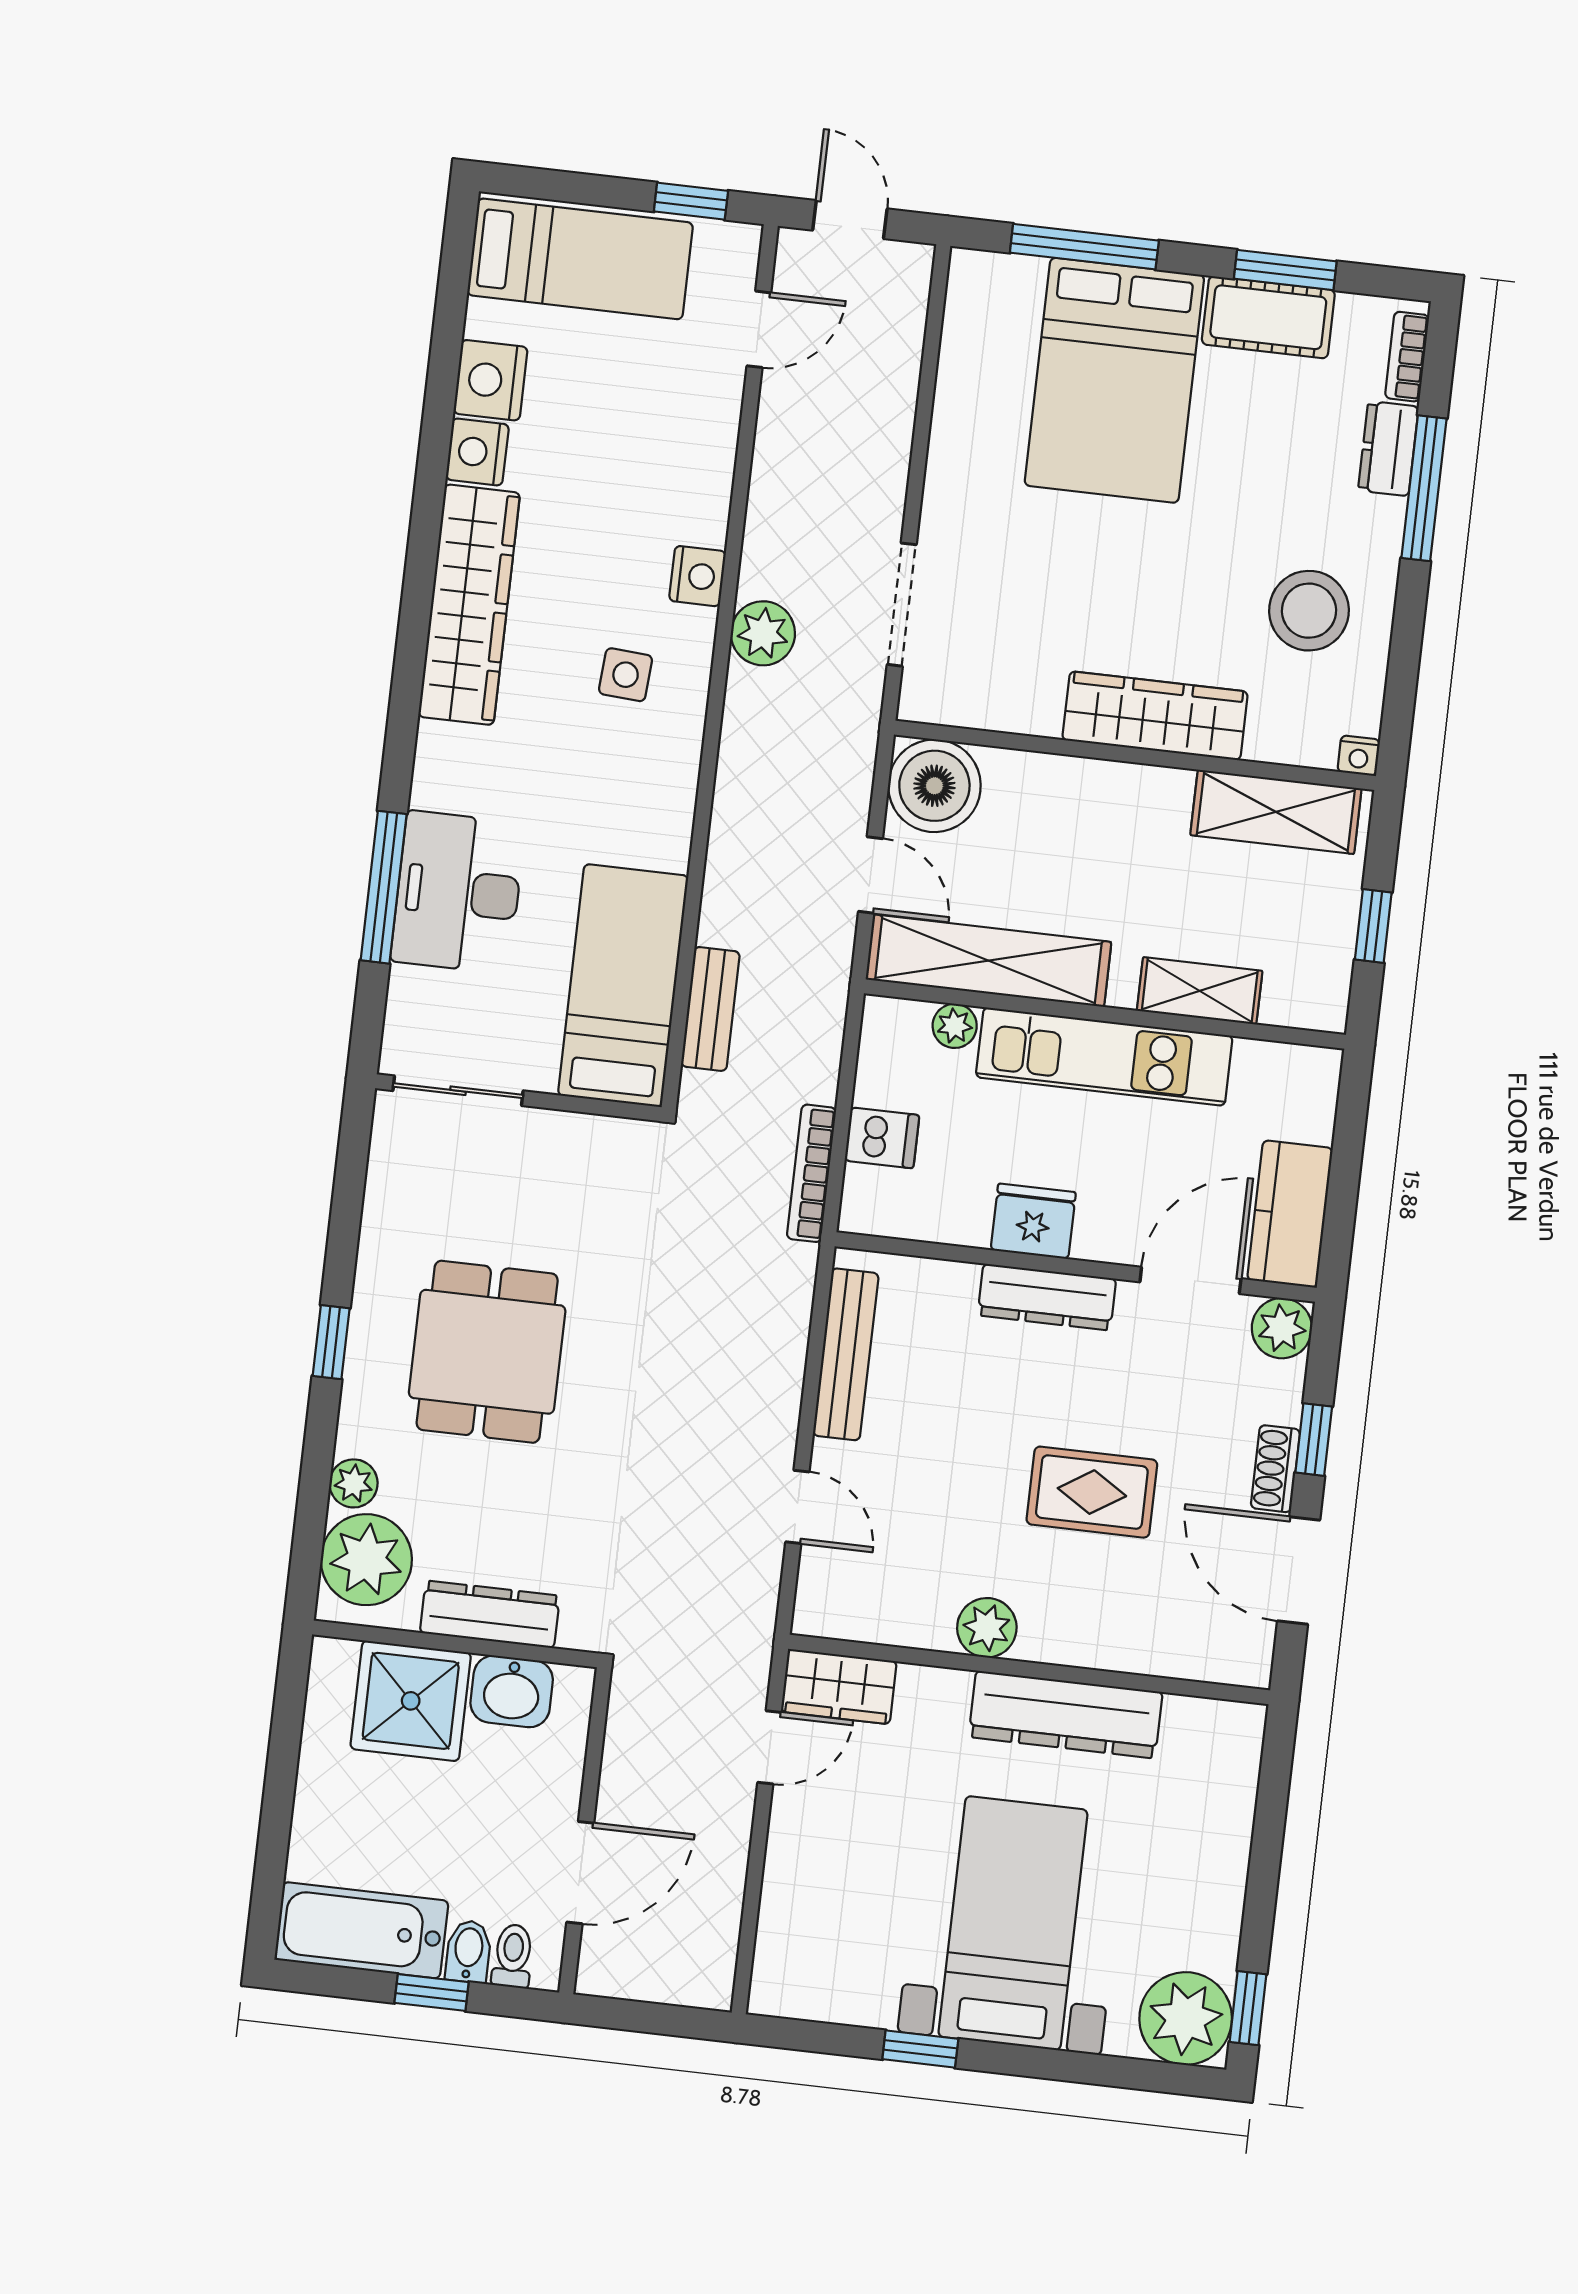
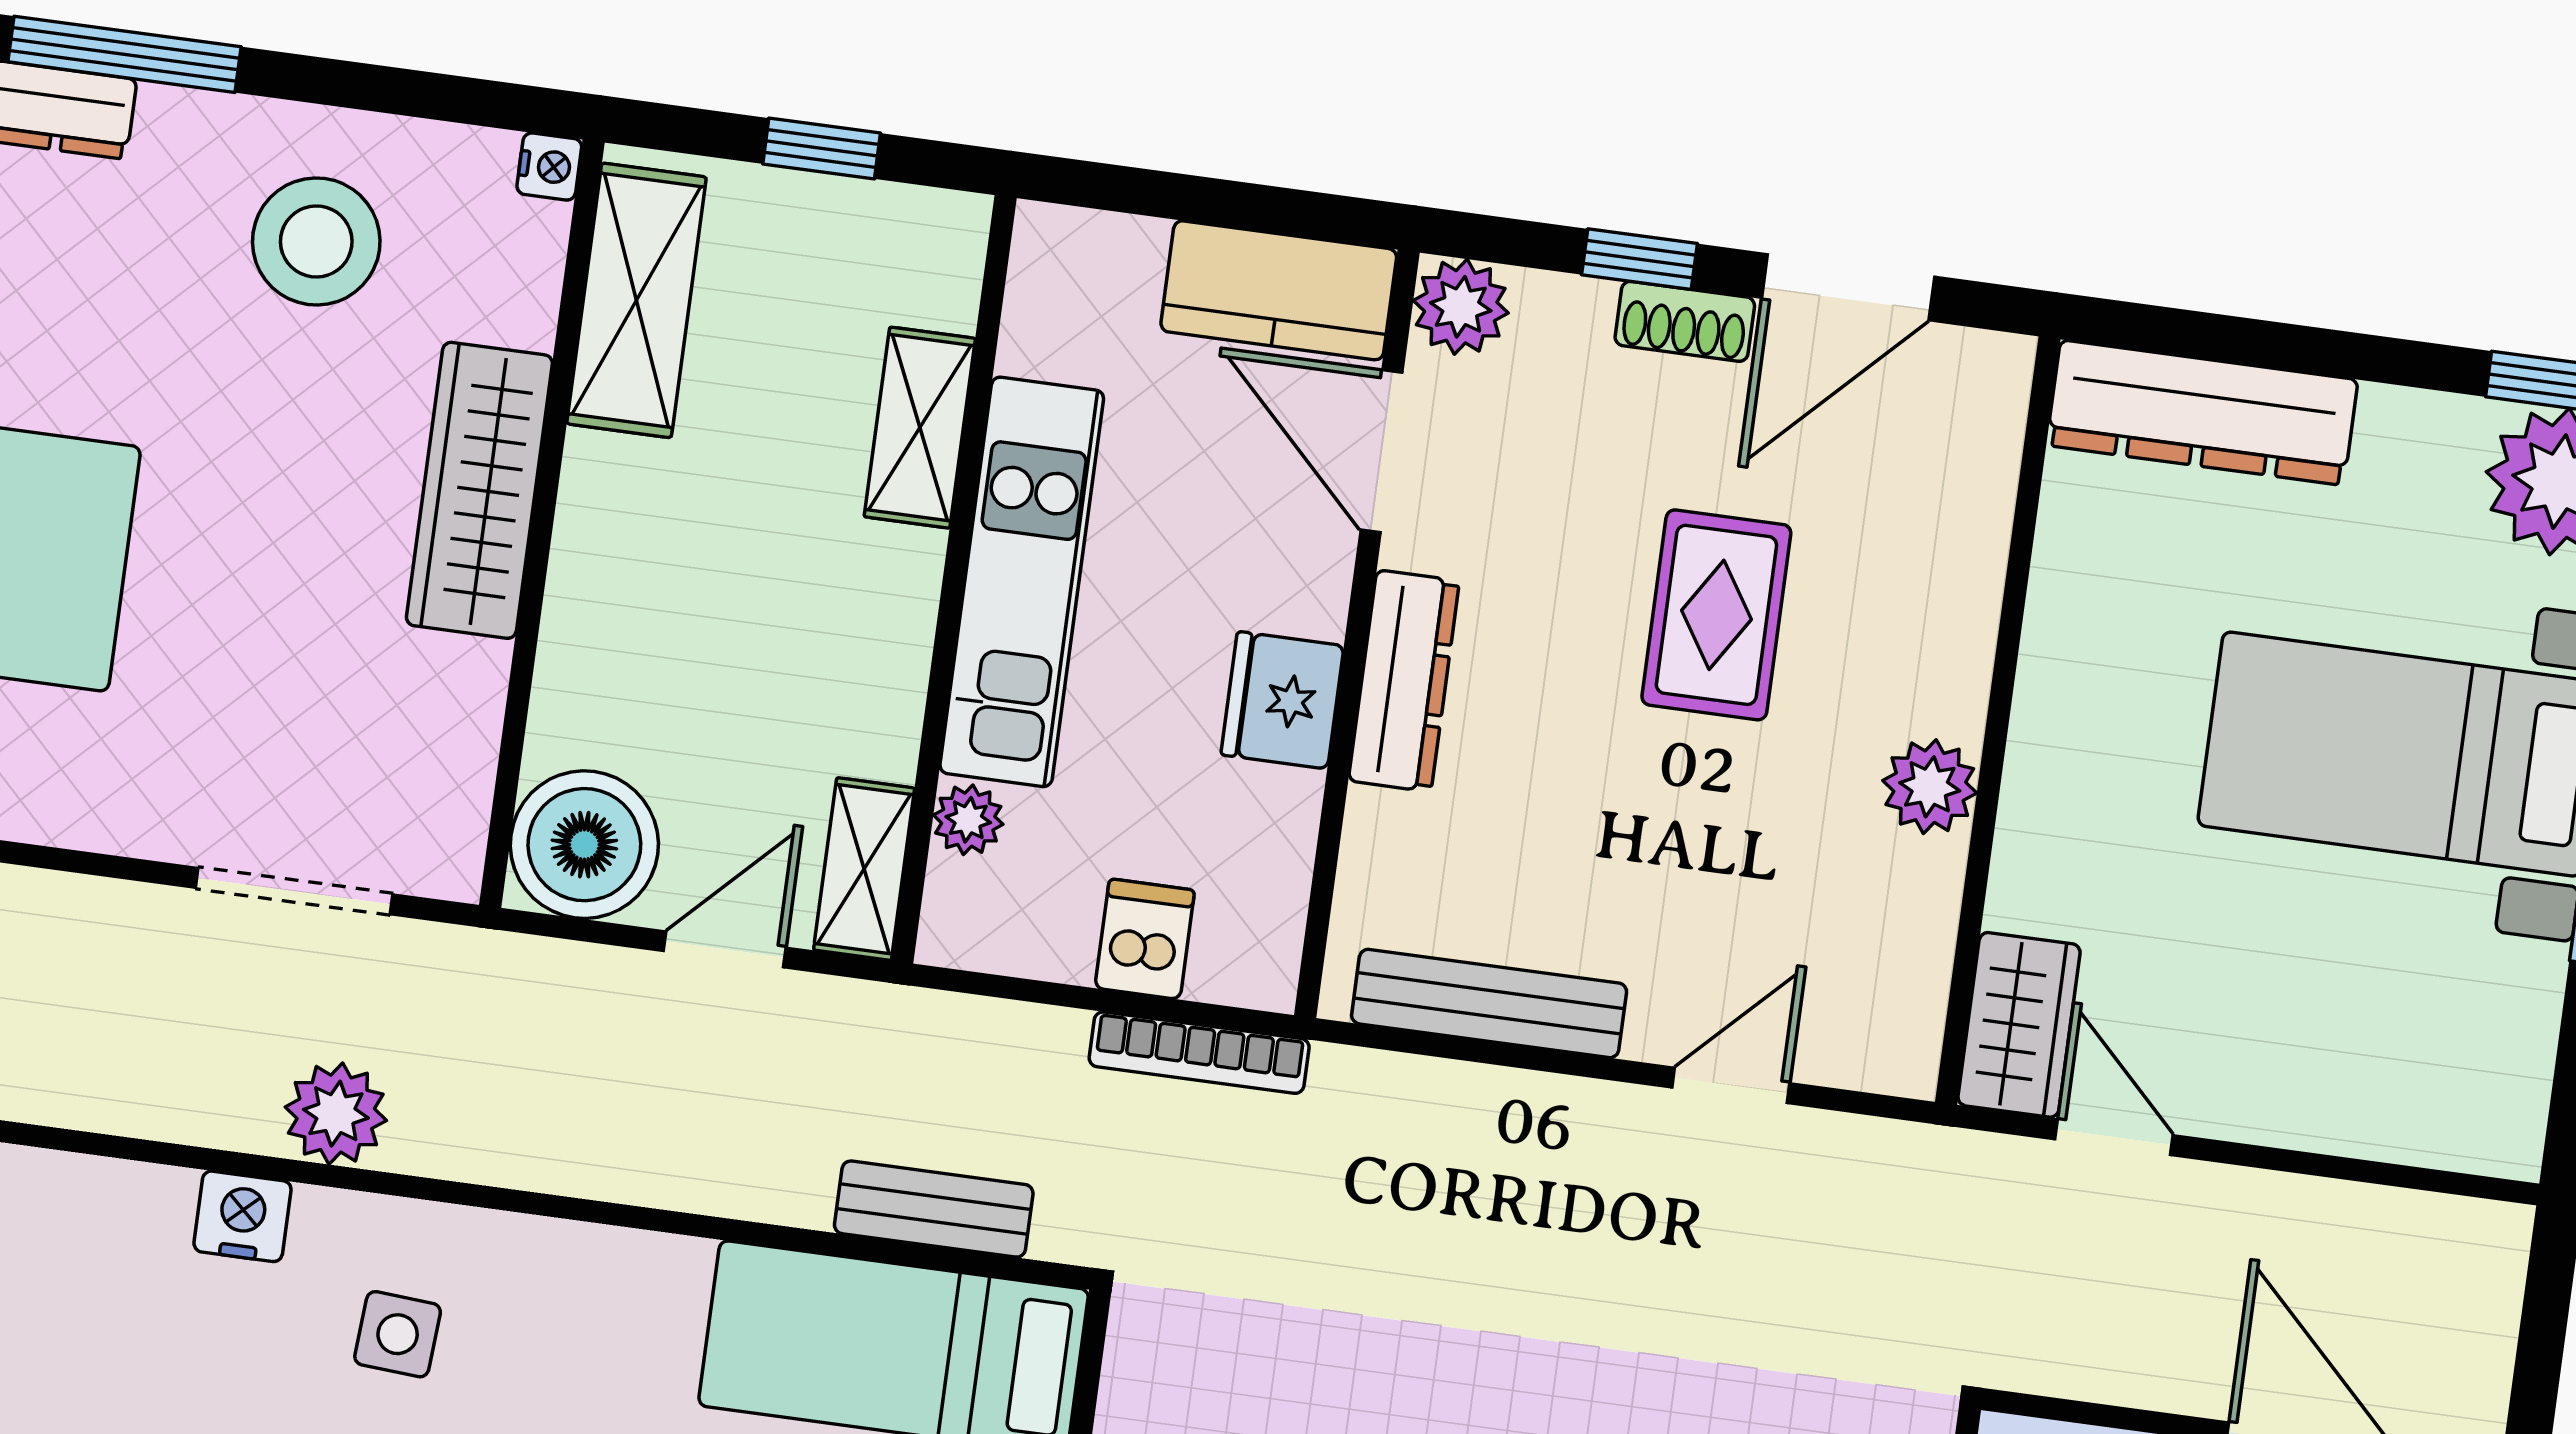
shelving: (988, 961) -> (864, 869), width x0.45, depth x0.75
dresser: (1066, 1715) -> (2202, 413), moved, turned 90

